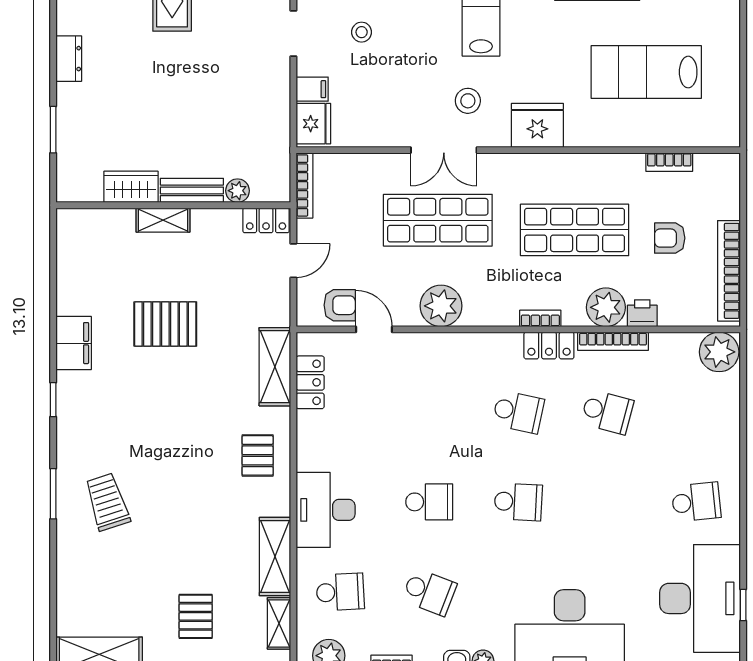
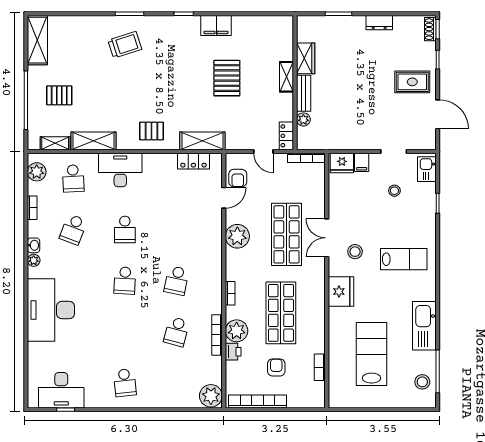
locker: (549, 346) -> (215, 298), removed
desk: (700, 598) -> (61, 390), width x0.73, depth x0.77

